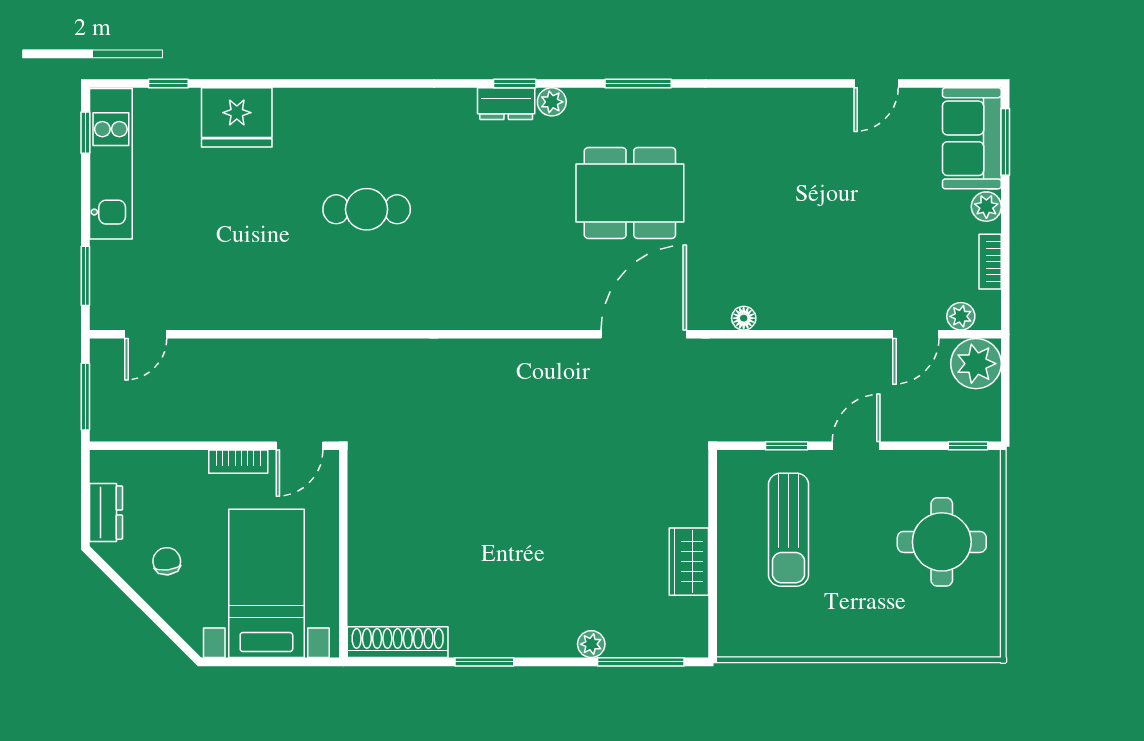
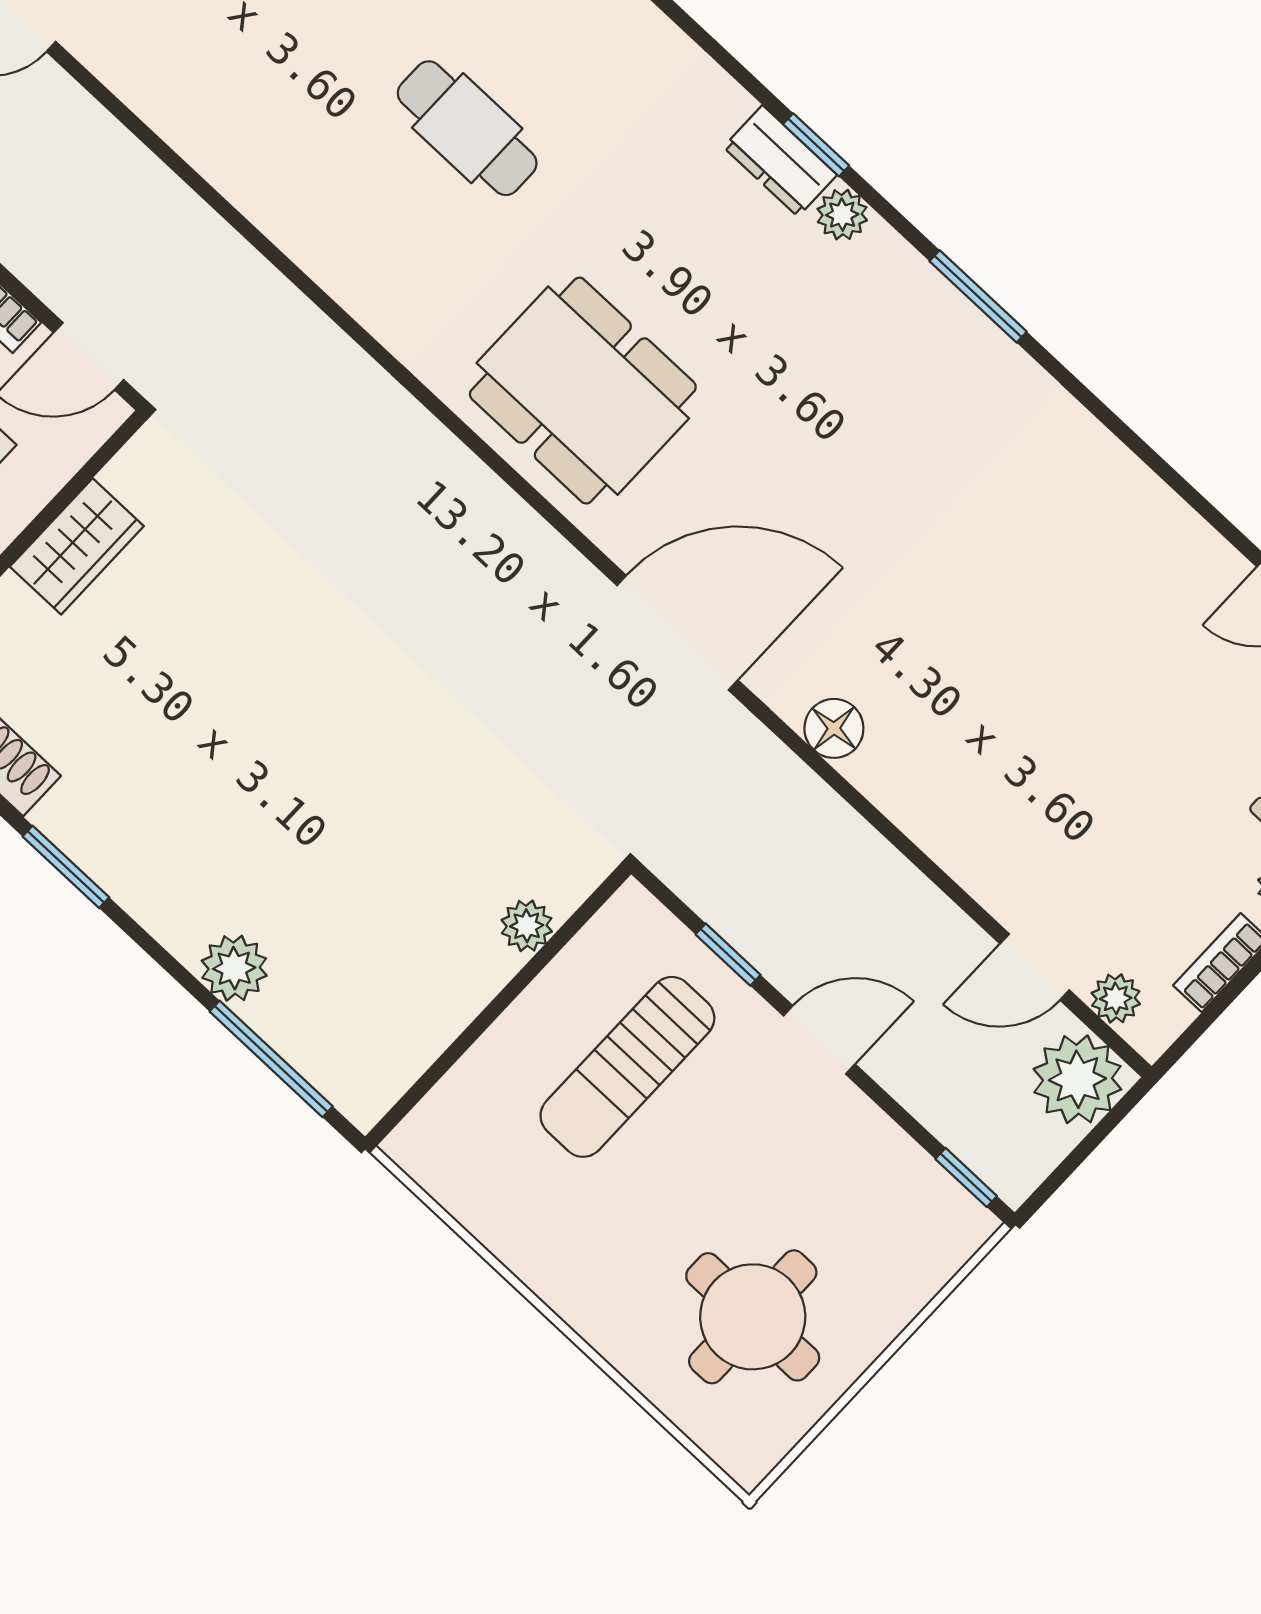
dining table: (630, 193) -> (583, 391), moved
floor lamp: (744, 318) -> (834, 728), width x1.37, depth x1.37
plant: (694, 511) -> (527, 926), added
round table: (942, 542) -> (753, 1317), moved
wardrobe: (689, 562) -> (77, 546), moved, turned 180
plant: (591, 644) -> (234, 968), width x1.38, depth x1.38

